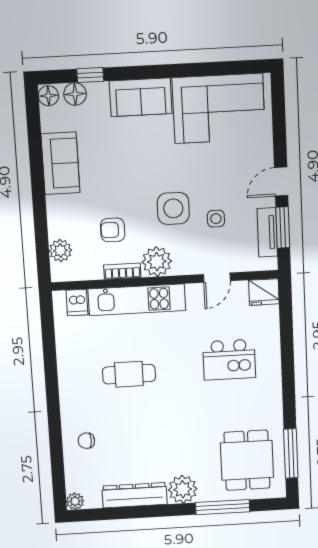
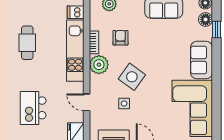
side table: (173, 208) -> (132, 77), turned 36

